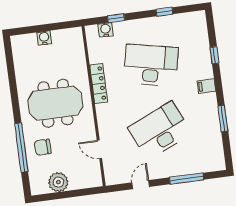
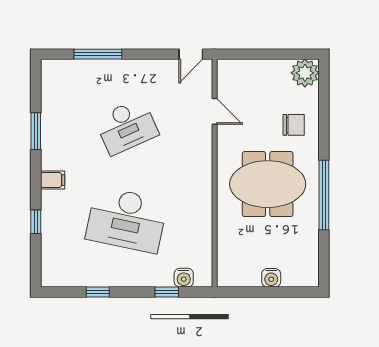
locker: (99, 84) -> (203, 204), removed
desk: (160, 130) -> (127, 126), width x0.73, depth x0.77
window: (21, 148) -> (324, 195), moved
plant: (58, 182) -> (305, 73), moved
door: (141, 185) -> (191, 54), moved

